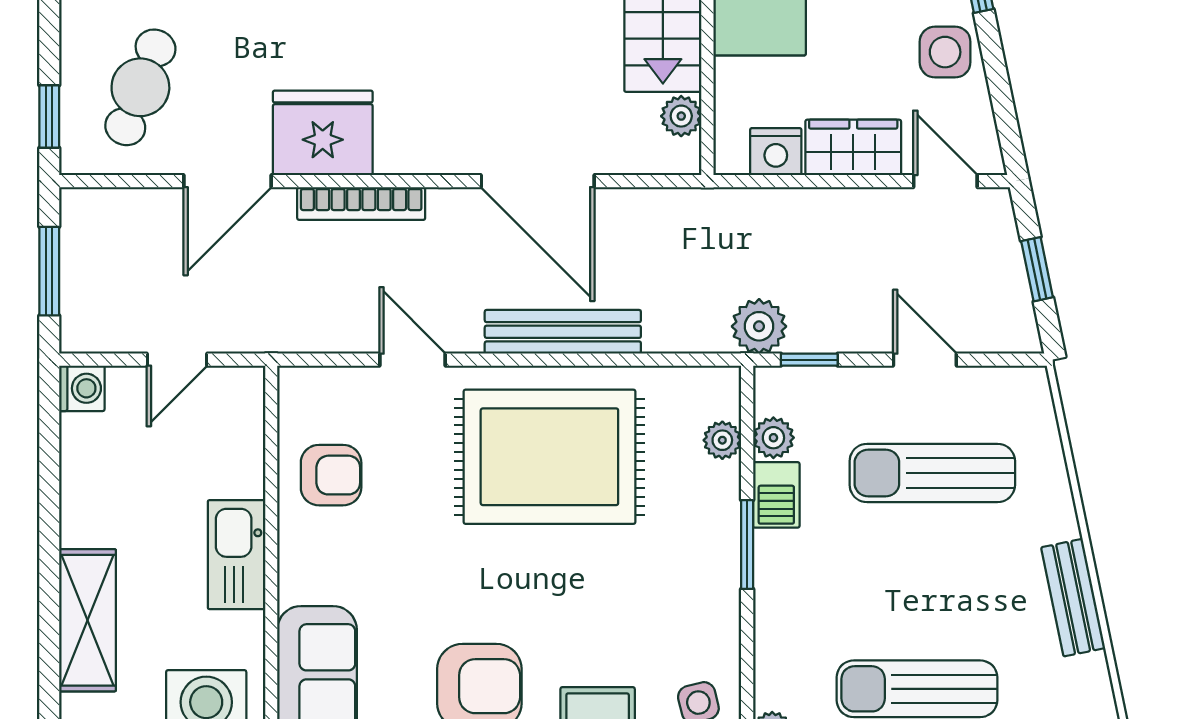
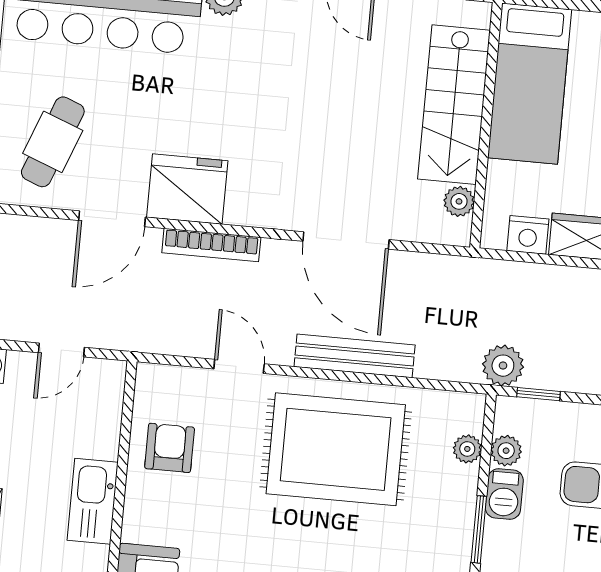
armchair: (331, 475) -> (170, 448), turned -90

